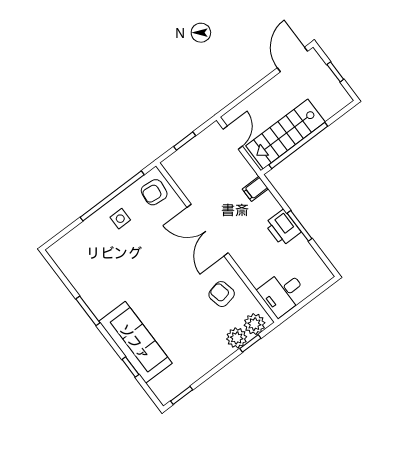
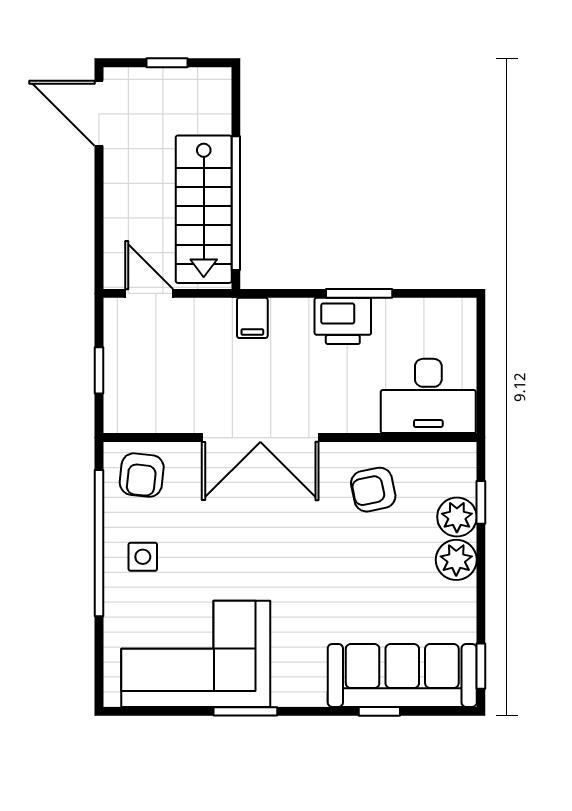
corner sofa: (96, 272) -> (196, 654), added
desk: (283, 293) -> (428, 396), width x1.37
plant: (254, 324) -> (456, 560), moved
sofa: (135, 342) -> (402, 675), moved

